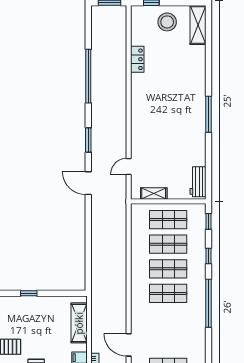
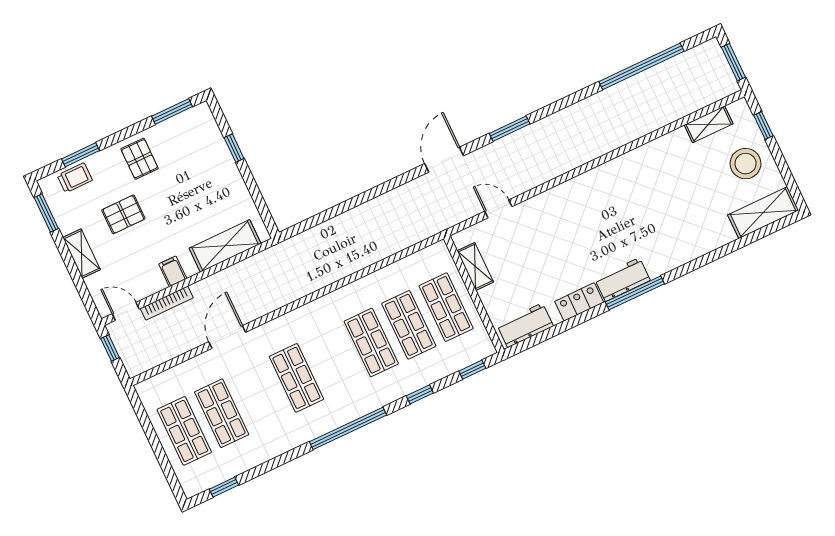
shelving: (137, 32) -> (709, 124), added
locker: (137, 59) -> (579, 302), moved, turned 180
window: (88, 76) -> (641, 66), moved
workbench: (198, 118) -> (622, 280), added
shop shelf: (168, 293) -> (296, 378), moved

